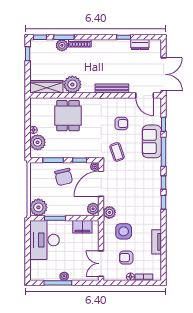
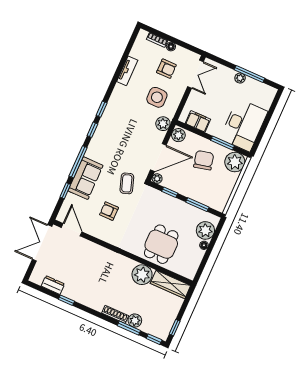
bench: (112, 89) -> (103, 252), removed
chair: (64, 177) -> (204, 160), moved

